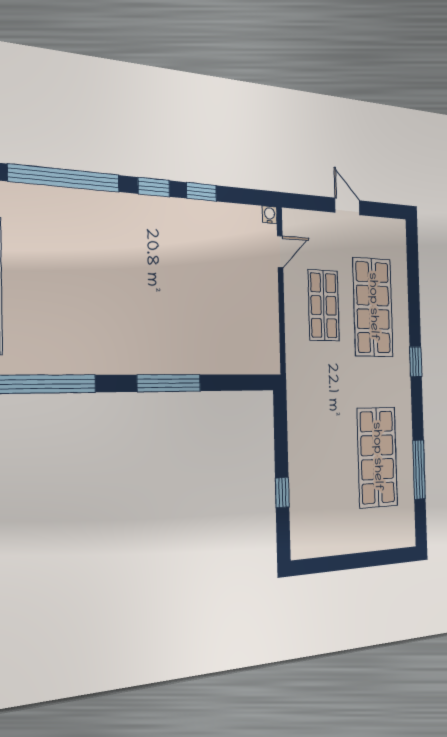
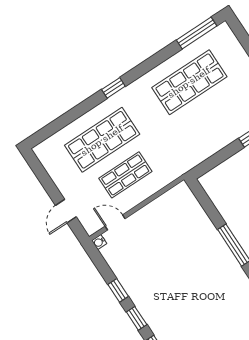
door: (347, 206) -> (66, 211), moved
window: (419, 470) -> (197, 33), moved

